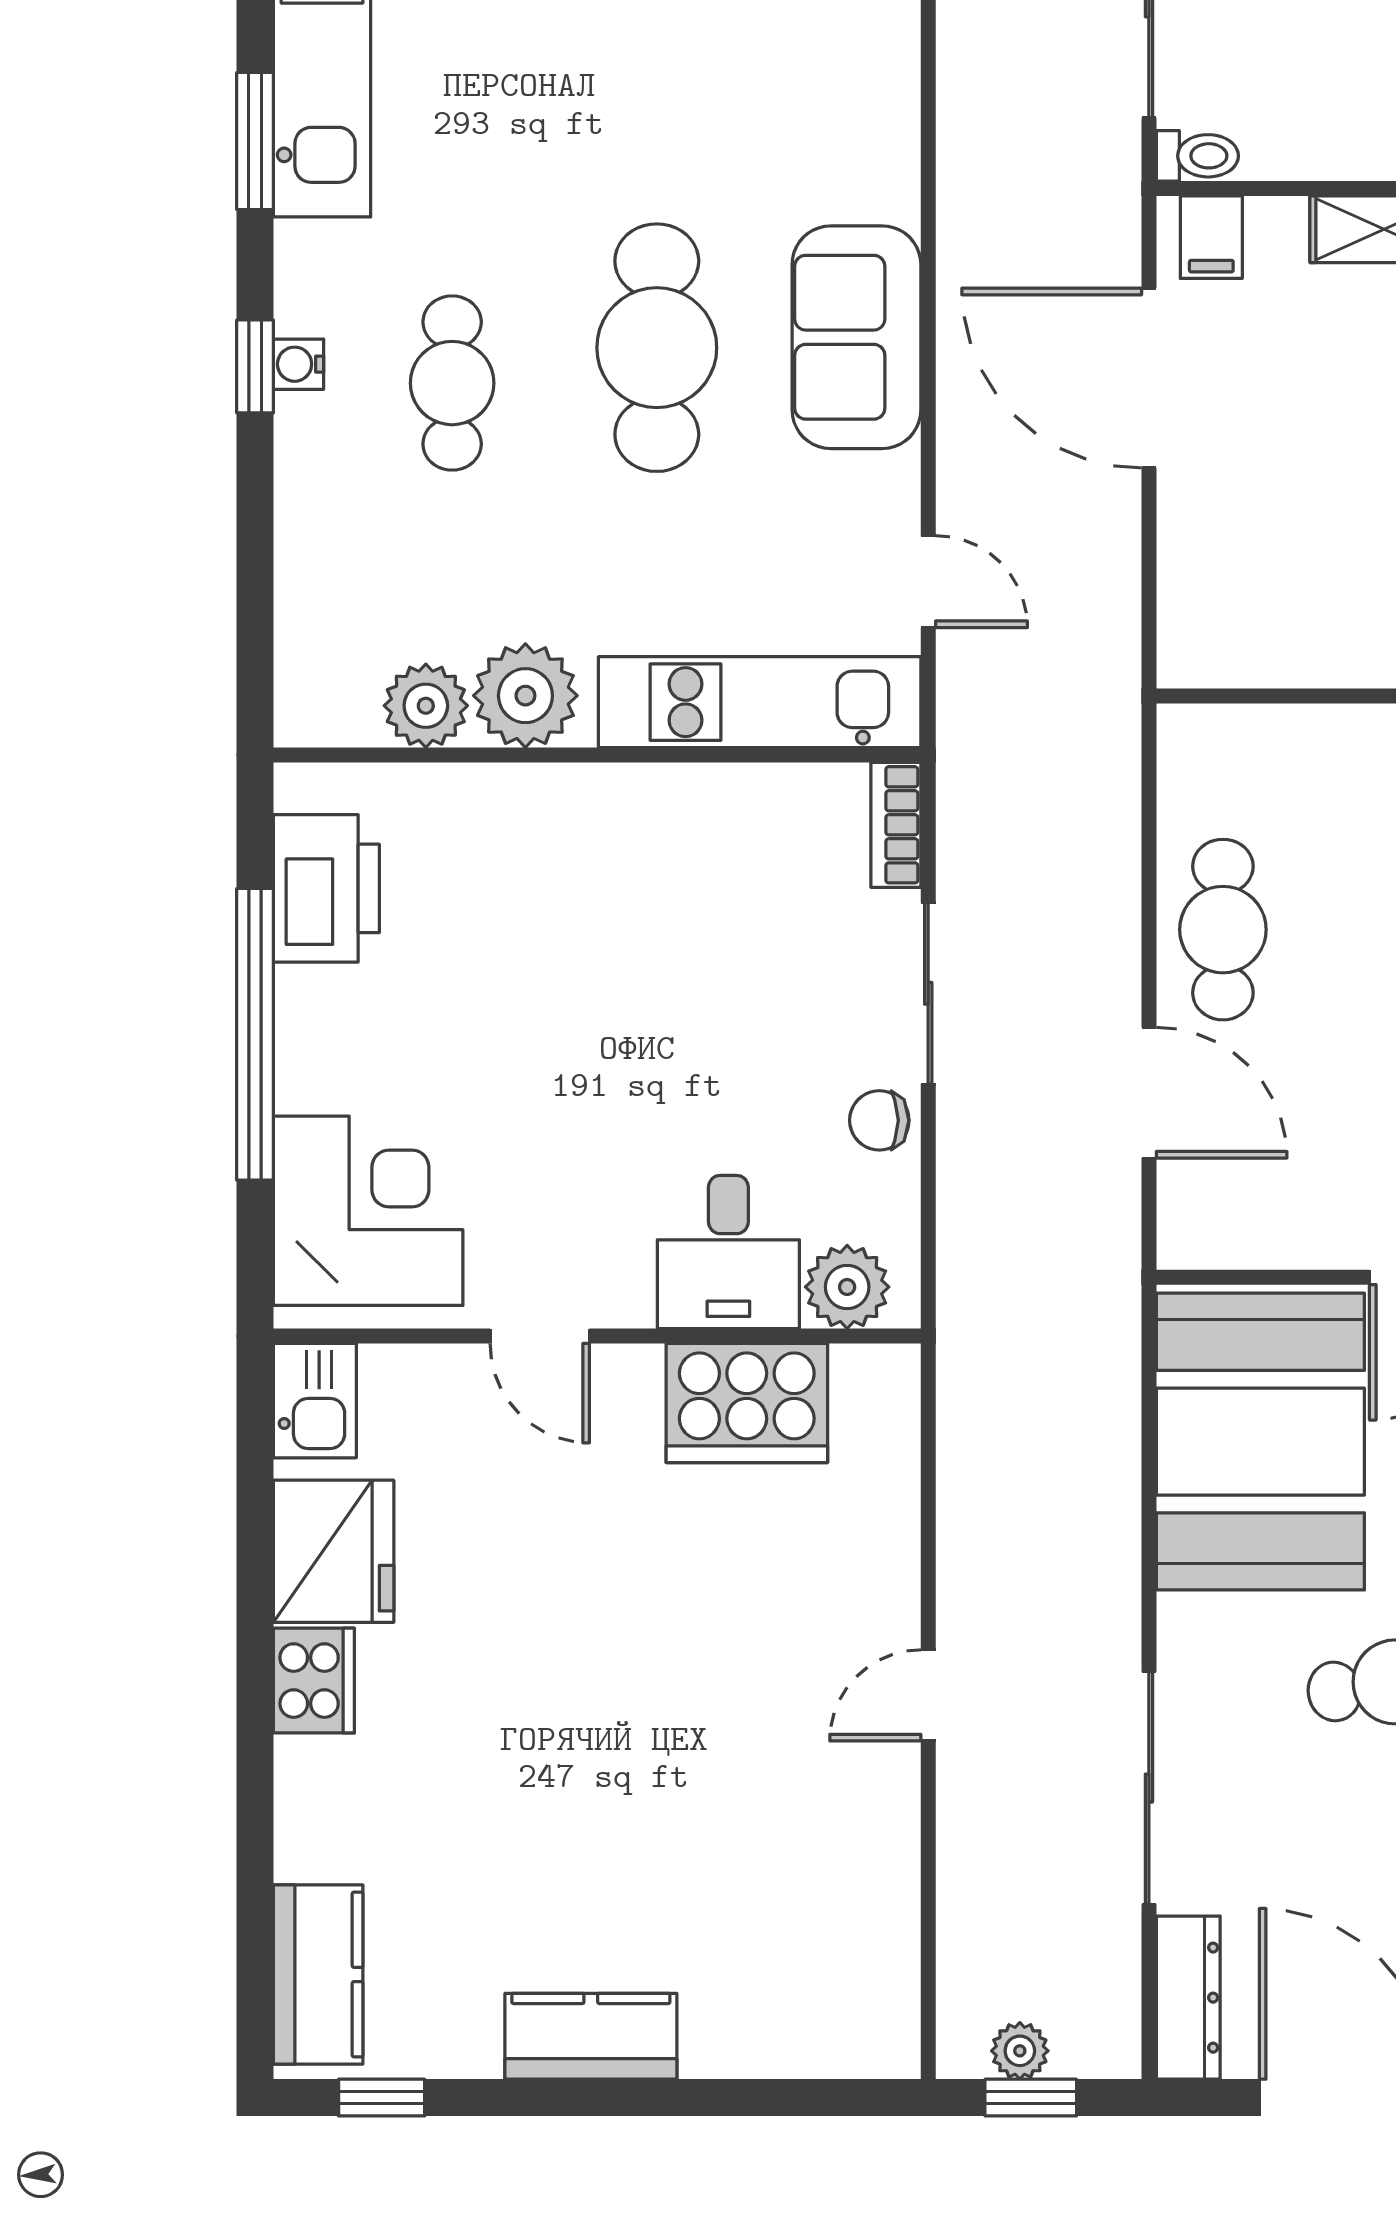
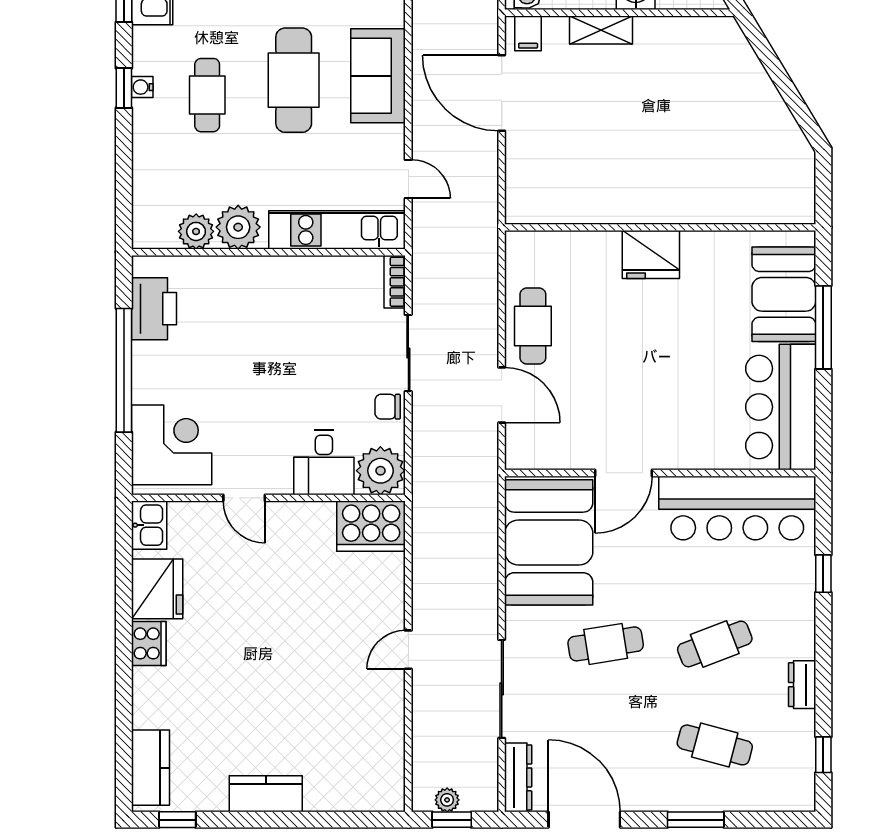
plant: (847, 1287) -> (380, 471), width x1.36, depth x1.36
cooker: (747, 1403) -> (371, 526), moved

